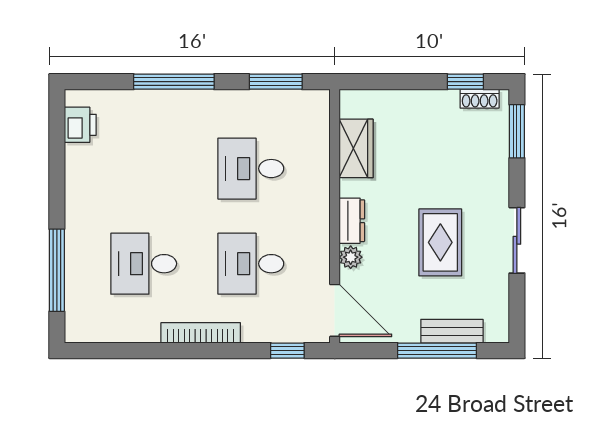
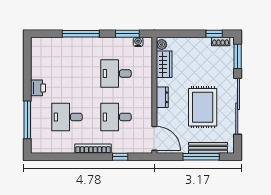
water cooler: (299, 100) -> (138, 42), added
printer: (80, 125) -> (38, 88), moved
sliding door: (517, 240) -> (238, 106), width x1.86
rug: (440, 242) -> (203, 107), width x1.36, depth x1.43
plant: (351, 257) -> (162, 45), moved
bench: (452, 331) -> (208, 148), width x1.36
window: (287, 351) -> (120, 157), moved

